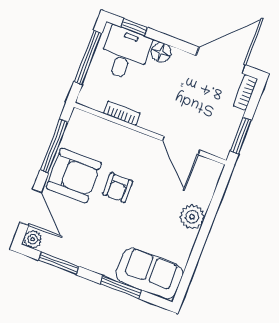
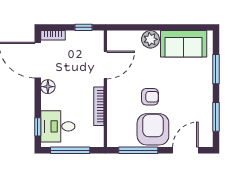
floor lamp: (161, 52) -> (48, 87), moved
bookcase: (122, 113) -> (99, 106), width x1.56
window: (241, 136) -> (83, 27), width x0.67
plant: (33, 239) -> (206, 141), removed
sofa: (149, 274) -> (184, 44), moved, turned -90

